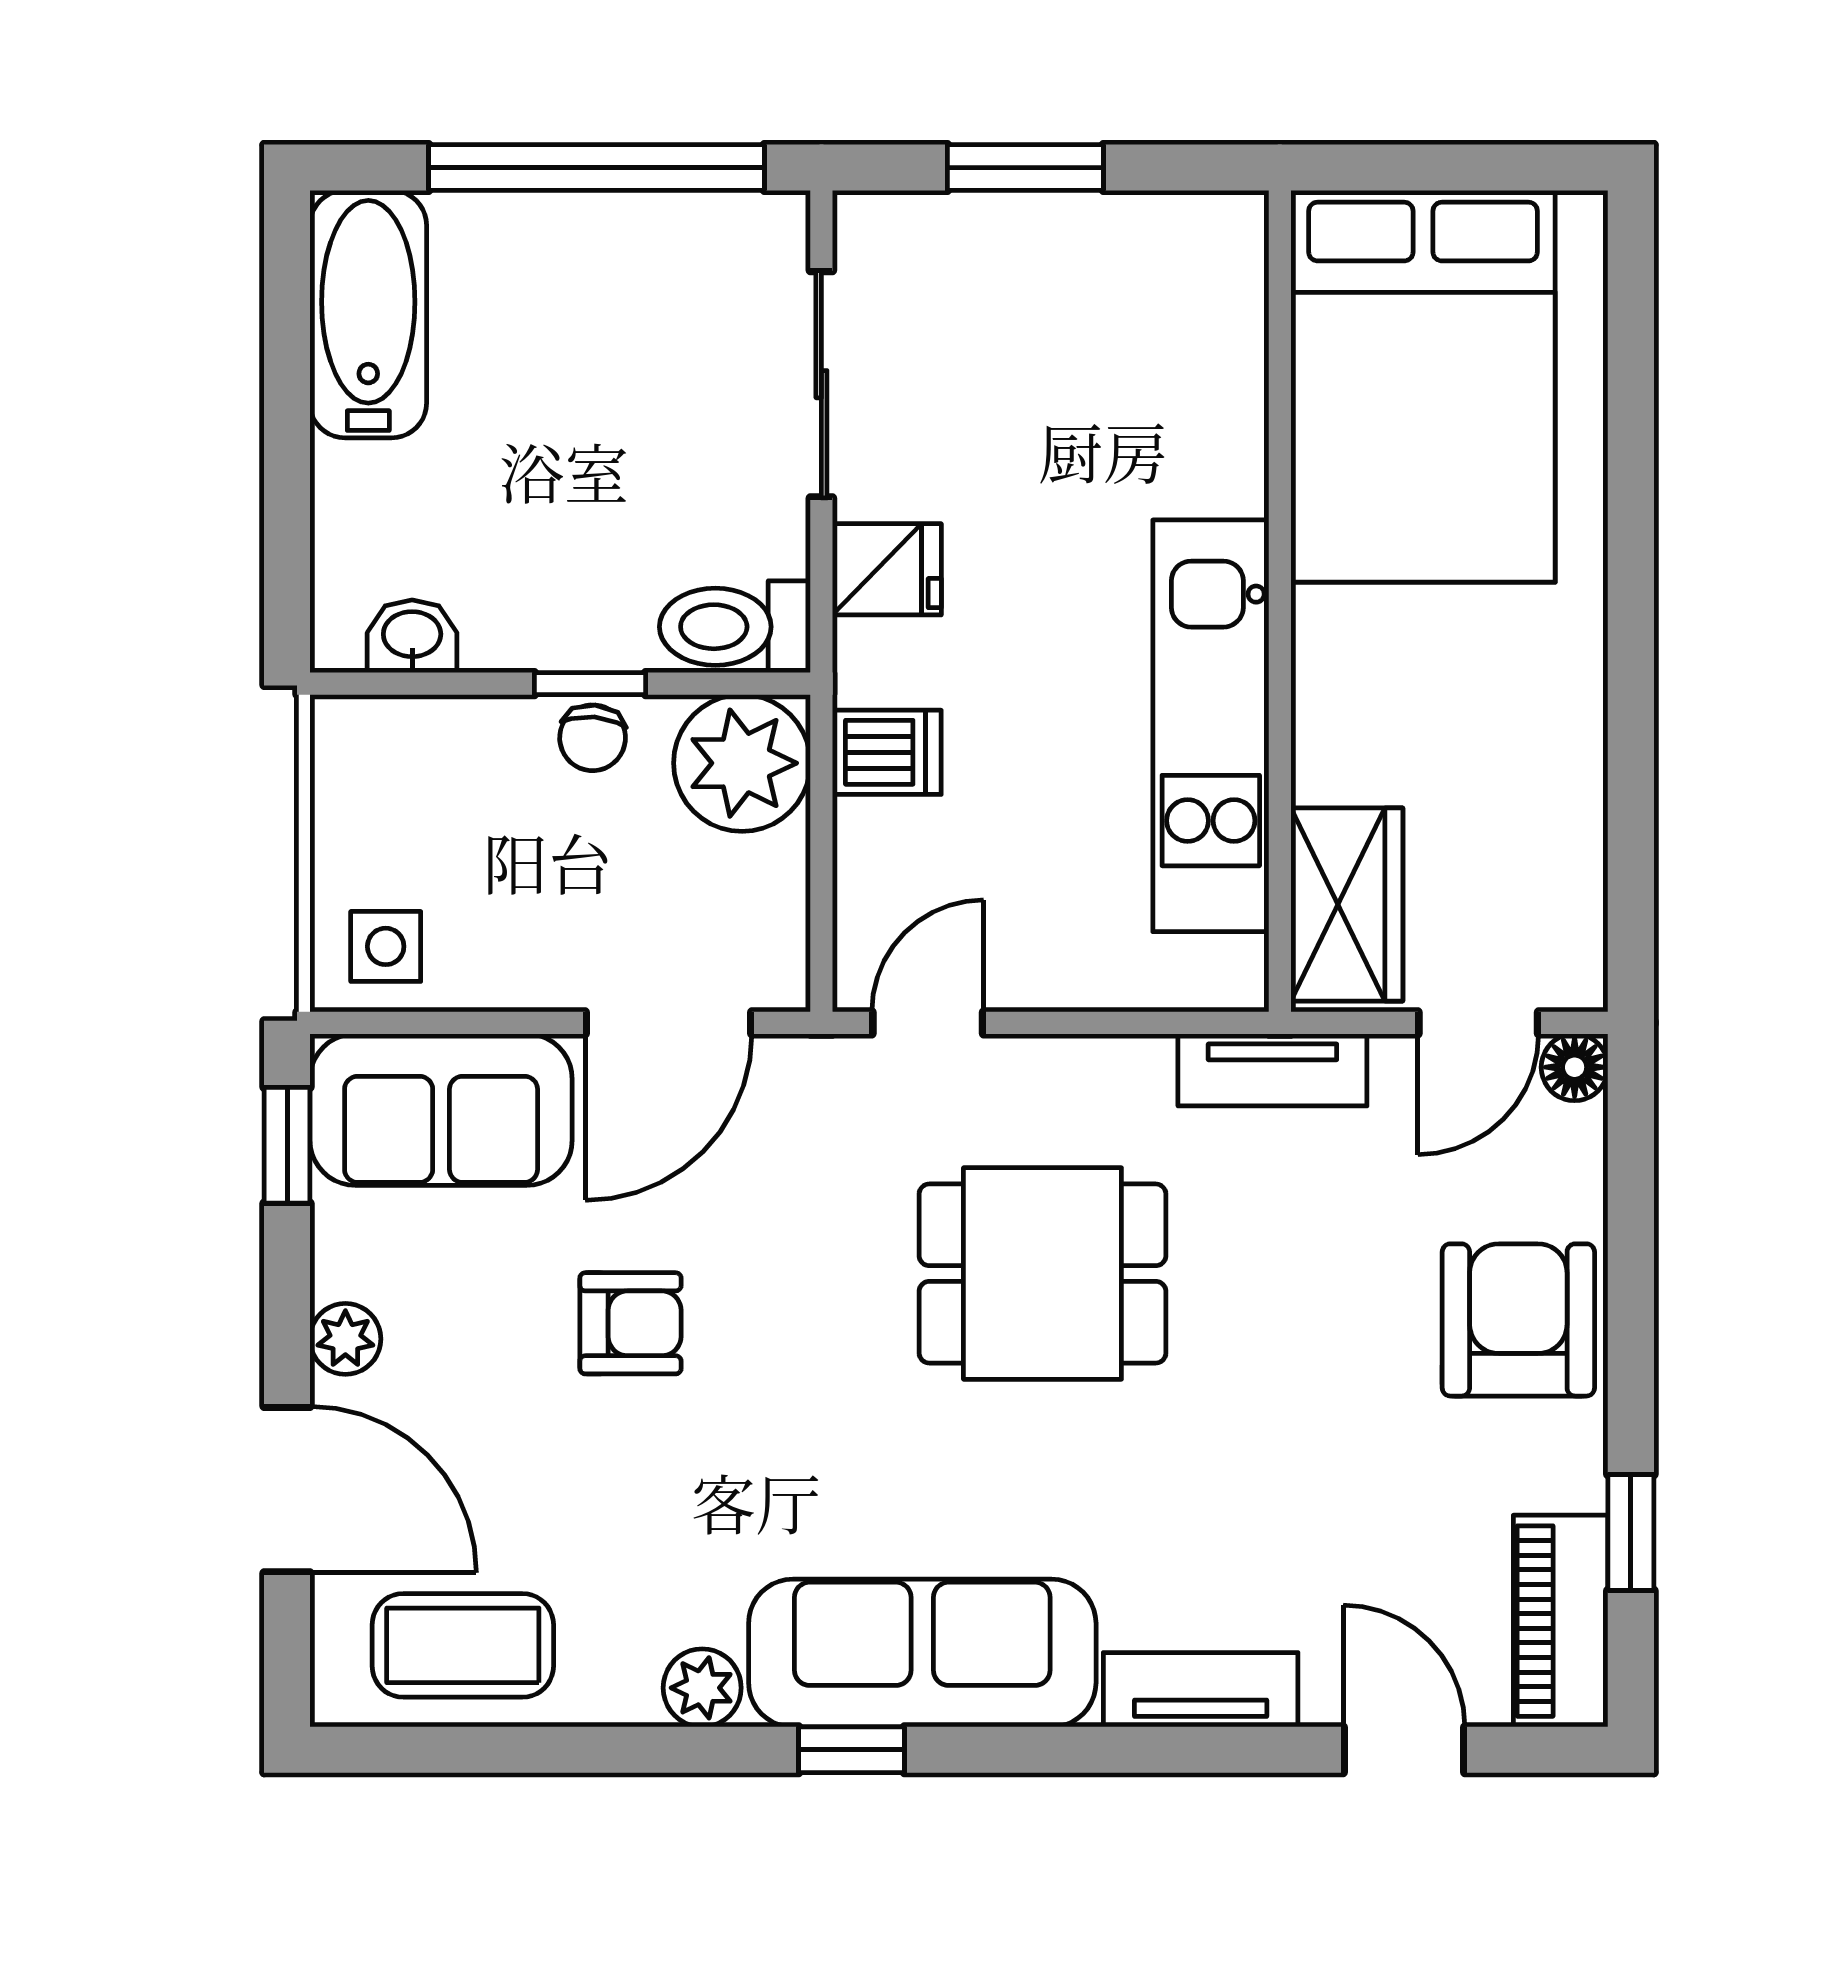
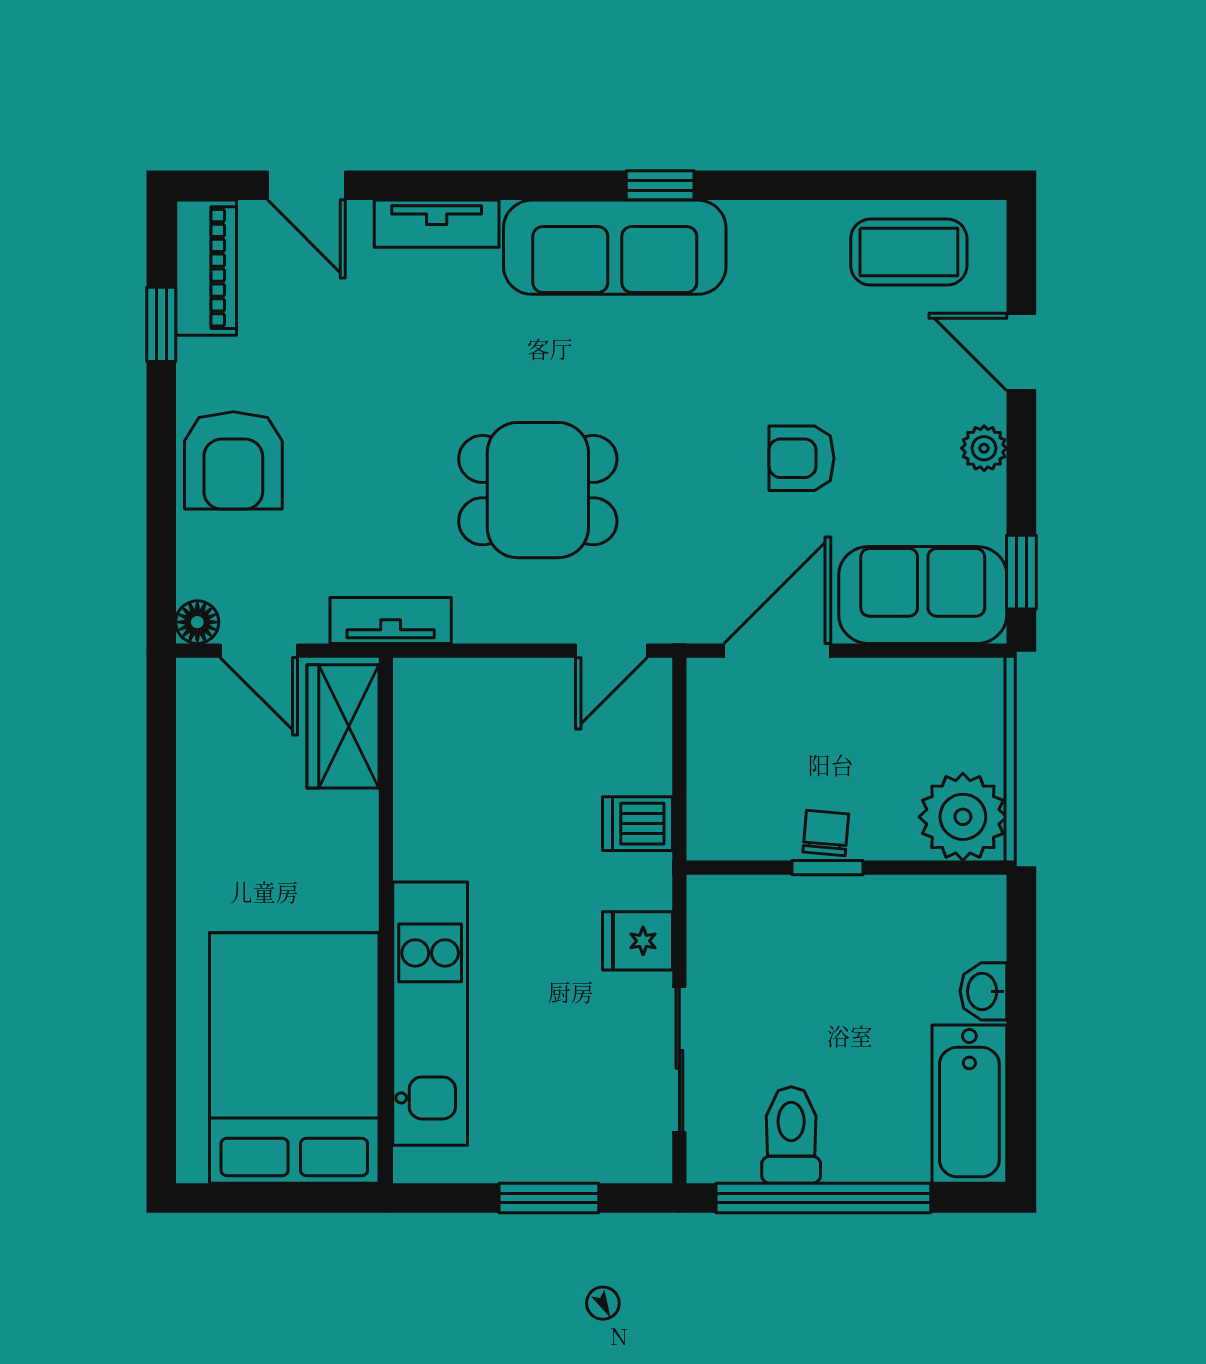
toilet: (735, 627) -> (791, 1135), moved, turned -90
washbasin: (412, 636) -> (983, 991), moved, turned 90
kitchen unit: (1211, 726) -> (430, 1014), moved
plant: (742, 763) -> (963, 817), moved
side table: (386, 946) -> (958, 699), removed
door: (1478, 1023) -> (259, 651), swing flipped
door: (287, 1490) -> (1021, 352), width x0.73
plant: (702, 1688) -> (756, 225), removed

